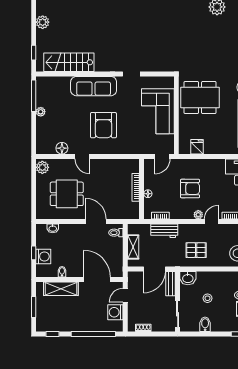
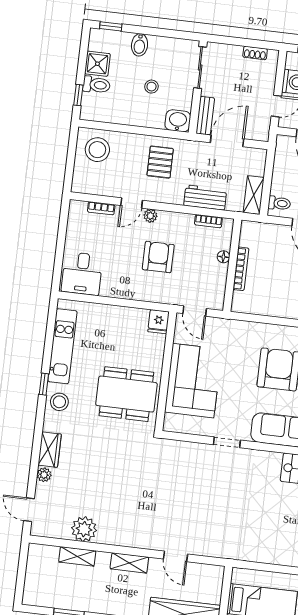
fridge: (197, 147) -> (159, 322), moved
door: (162, 156) -> (195, 311), swing flipped
armchair: (190, 189) -> (158, 257), turned 90
shelving: (133, 247) -> (254, 195), moved
pallet: (196, 250) -> (160, 162), turned 90
bidet: (205, 324) -> (140, 45), moved

